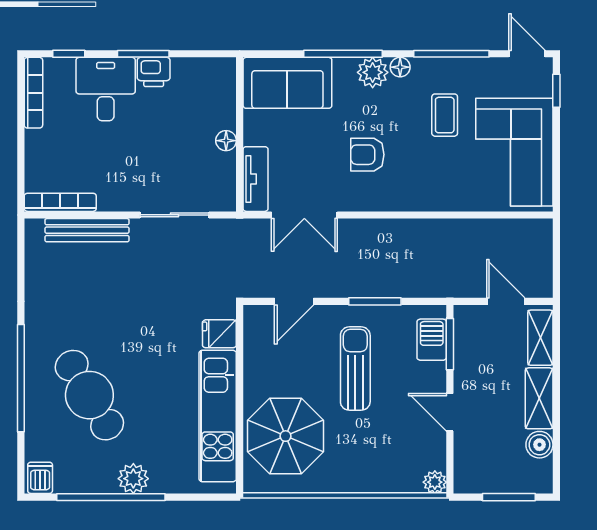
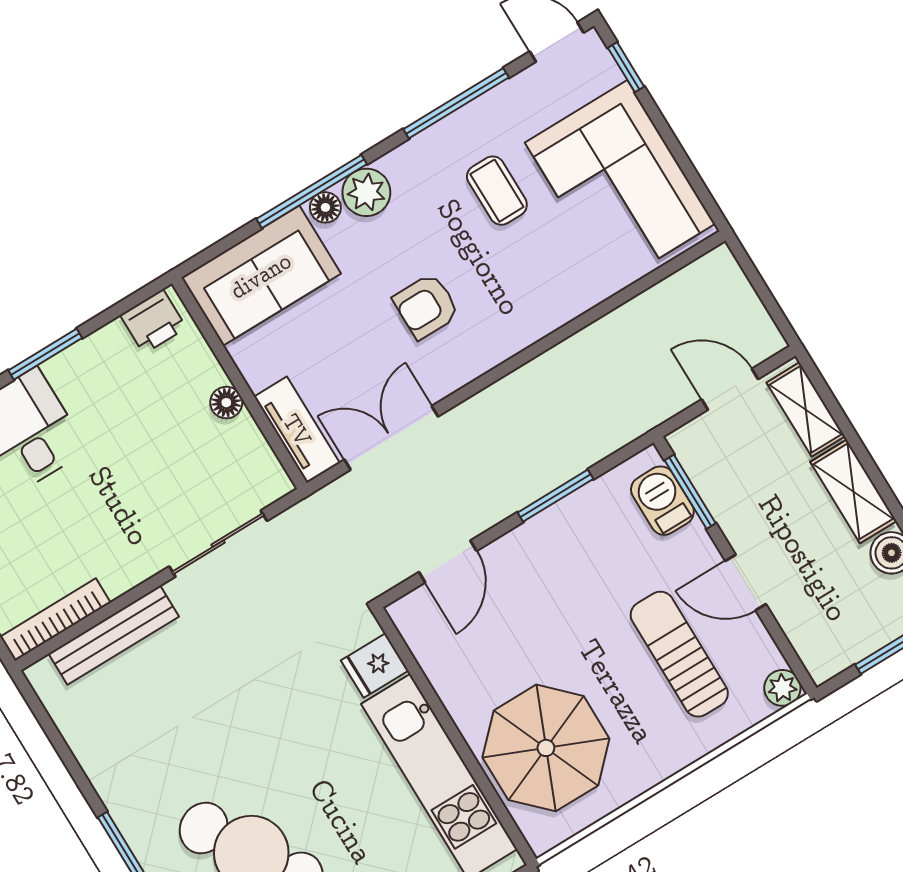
floor lamp: (400, 67) -> (325, 207), moved
printer: (154, 72) -> (153, 321), moved
double door: (304, 215) -> (391, 438), swing flipped
sun lounger: (355, 369) -> (679, 654), moved

